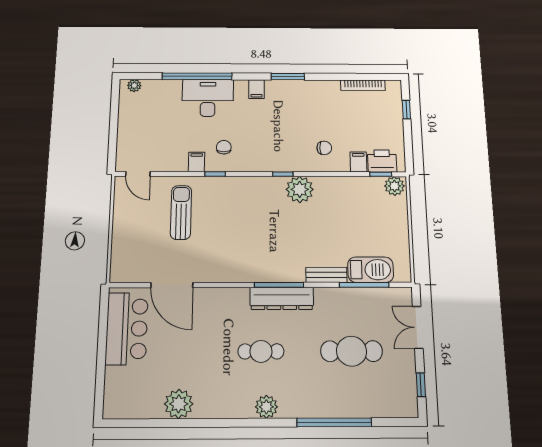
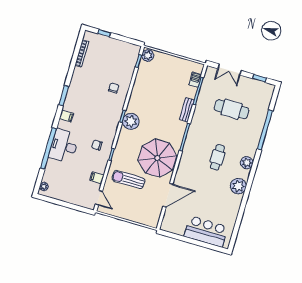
printer: (382, 161) -> (131, 58), removed
filing cabinet: (197, 162) -> (97, 178), moved
filing cabinet: (358, 162) -> (128, 71), removed
door: (138, 174) -> (99, 198), hinge flipped
plant: (300, 189) -> (131, 121), moved
parasol: (230, 249) -> (157, 158), added
barbecue: (371, 270) -> (195, 80), width x0.53, depth x0.65
dresser: (282, 298) -> (193, 138), removed
bar counter: (127, 329) -> (206, 231), moved
cafe table: (352, 351) -> (231, 109), turned 90
plant: (179, 404) -> (238, 186), moved

